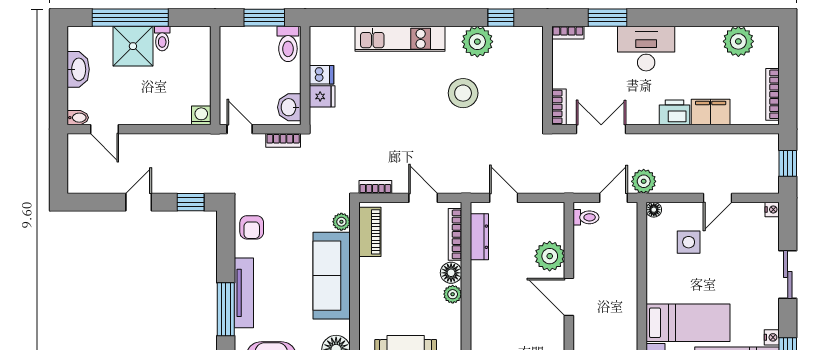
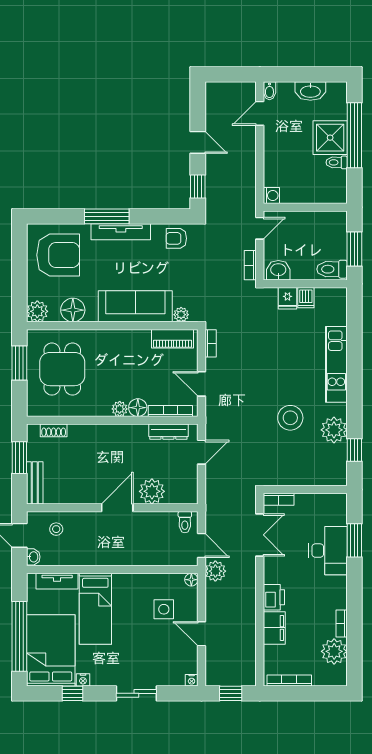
bookcase: (568, 33) -> (342, 623), moved
desk: (646, 49) -> (328, 551), moved
door: (423, 198) -> (201, 384), swing flipped

